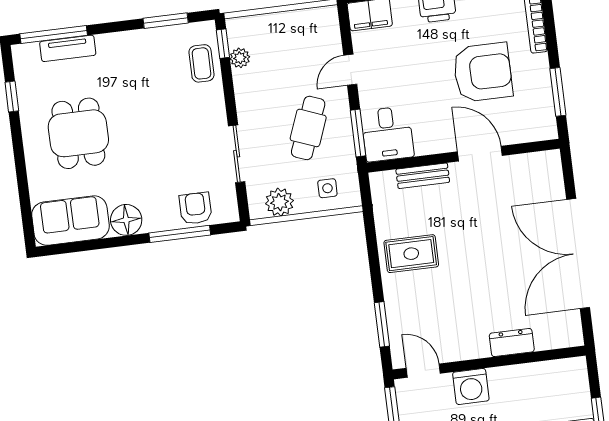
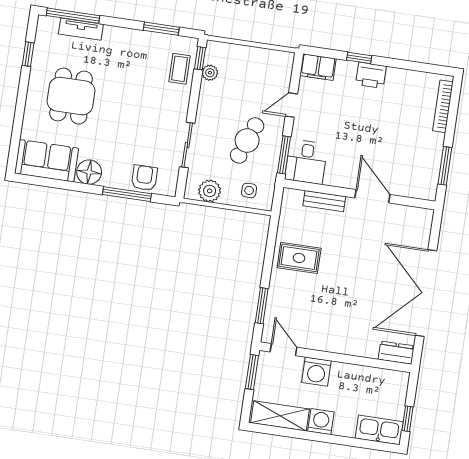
armchair: (483, 72) -> (392, 135), removed
dresser: (512, 343) -> (396, 353), moved

